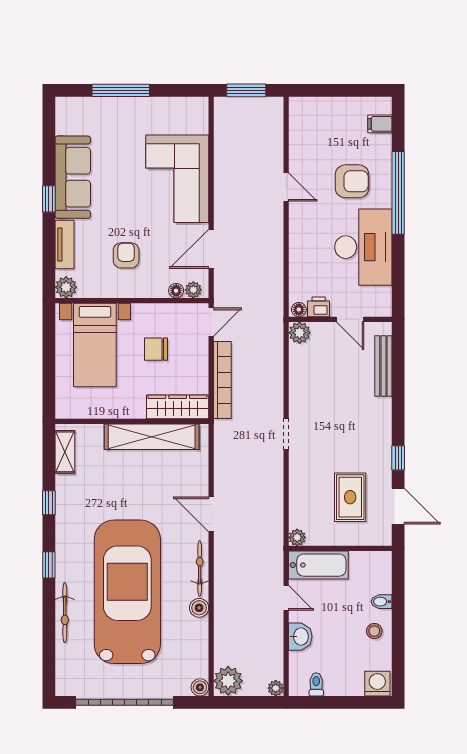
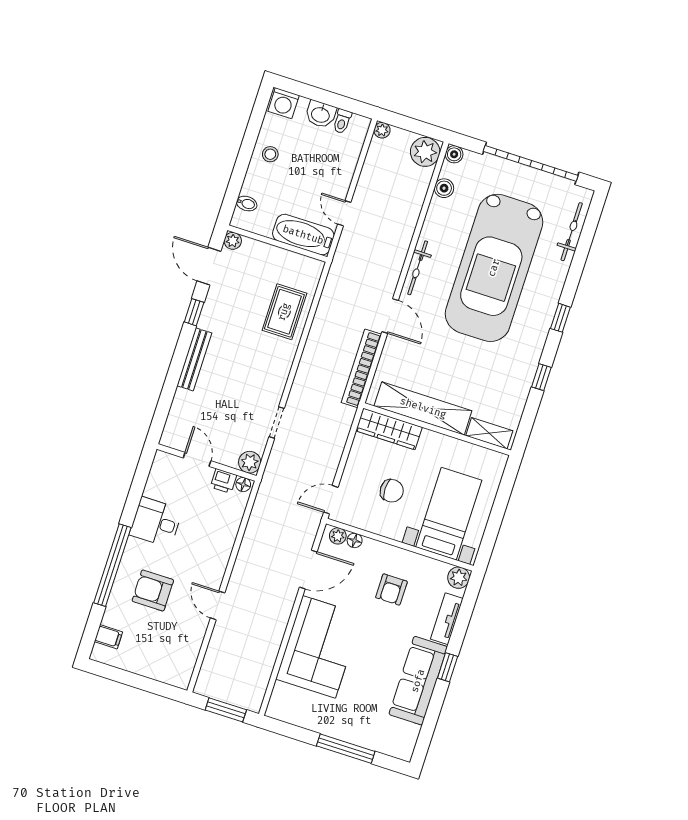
desk: (363, 247) -> (156, 522), width x0.53, depth x0.77
bench: (383, 366) -> (194, 359), moved
bookcase: (222, 380) -> (361, 368), moved
doorway: (286, 434) -> (277, 423), moved
shelving: (65, 452) -> (489, 433), moved, turned 90
rug: (350, 497) -> (284, 312), moved
plant: (297, 537) -> (233, 241), moved
bidet: (382, 602) -> (247, 204), moved
boiler: (199, 608) -> (444, 188), moved
bicycle: (65, 613) -> (572, 232), moved
washbasin: (300, 637) -> (321, 114), moved, turned -90

